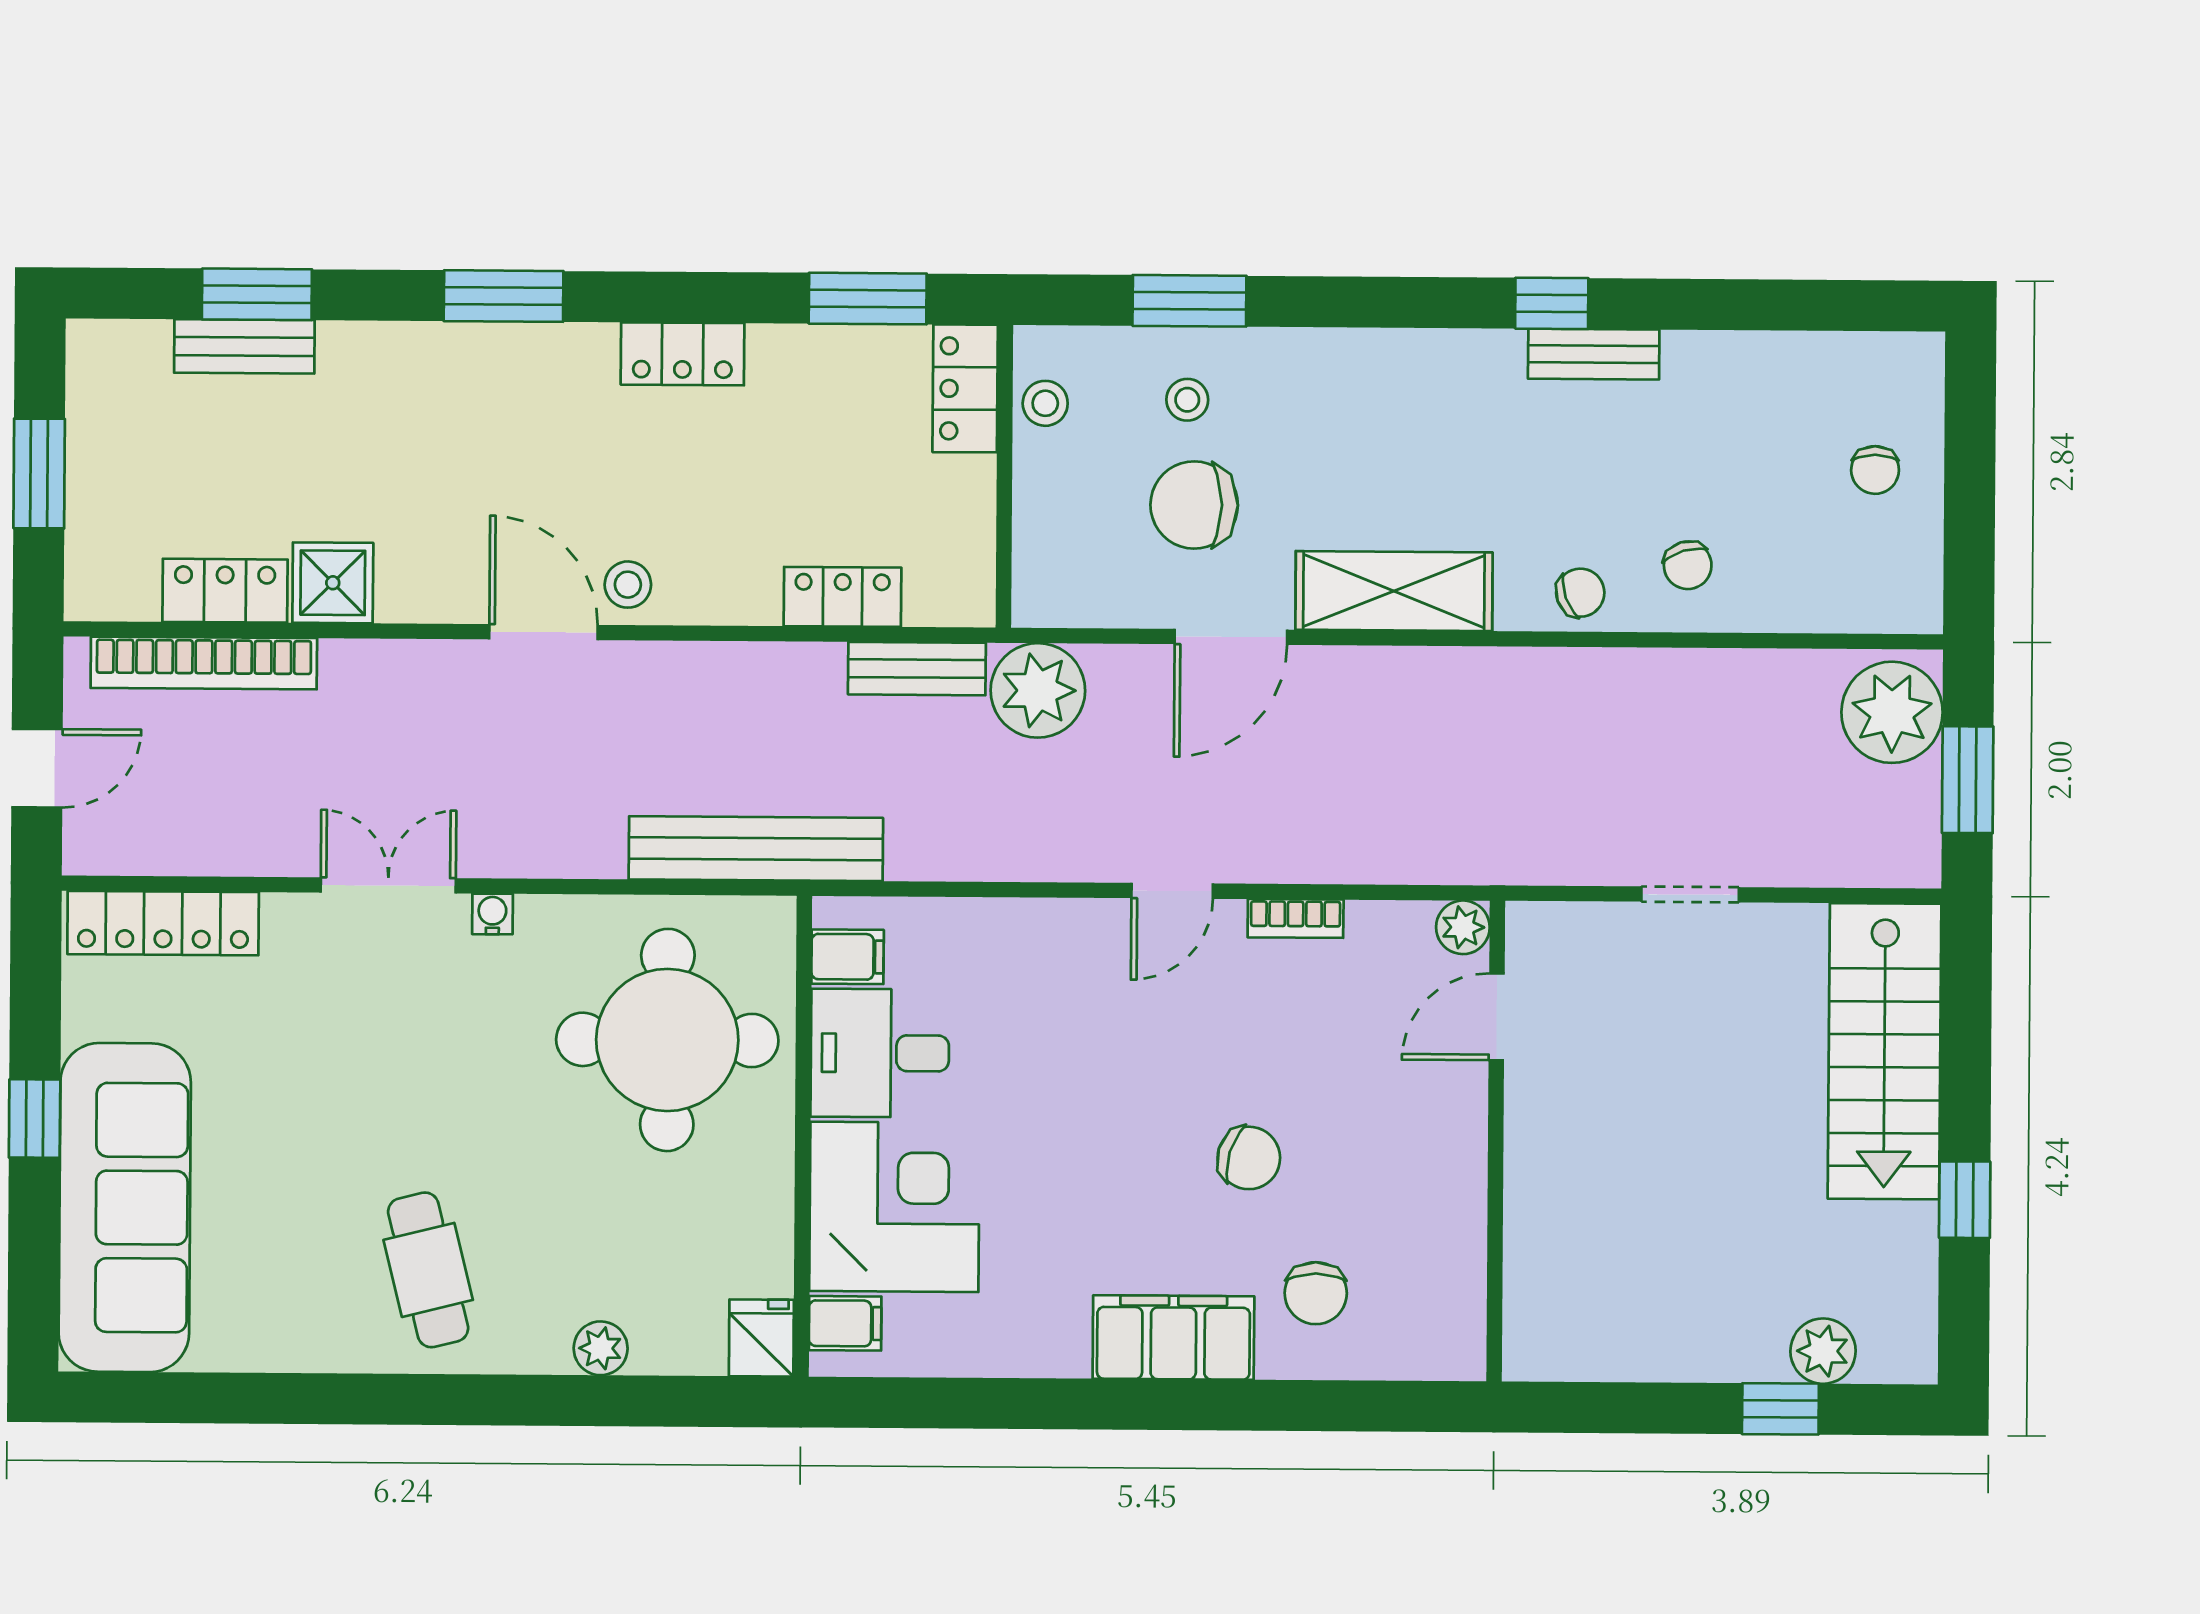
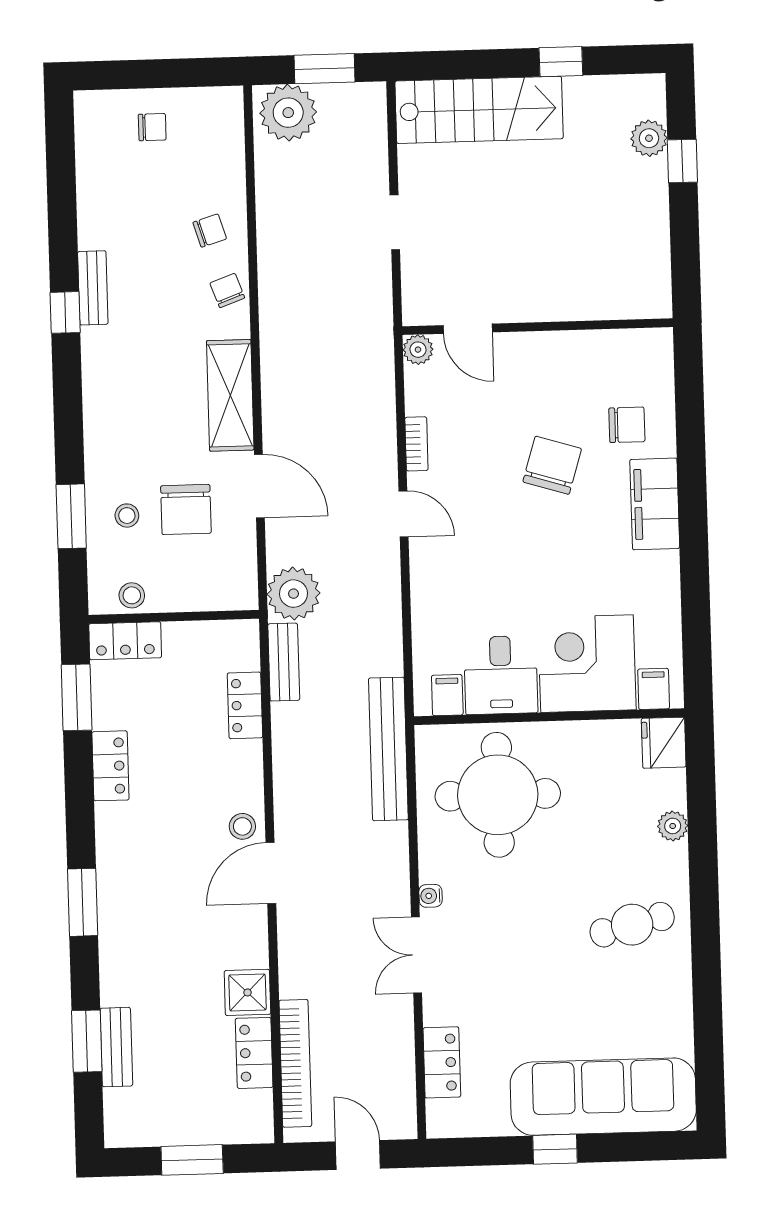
locker: (682, 354) -> (110, 766), moved
locker: (163, 923) -> (442, 1062), width x0.66
chair: (1249, 1158) -> (552, 465), width x1.37, depth x1.37
fridge: (761, 1338) -> (664, 743), width x1.38

